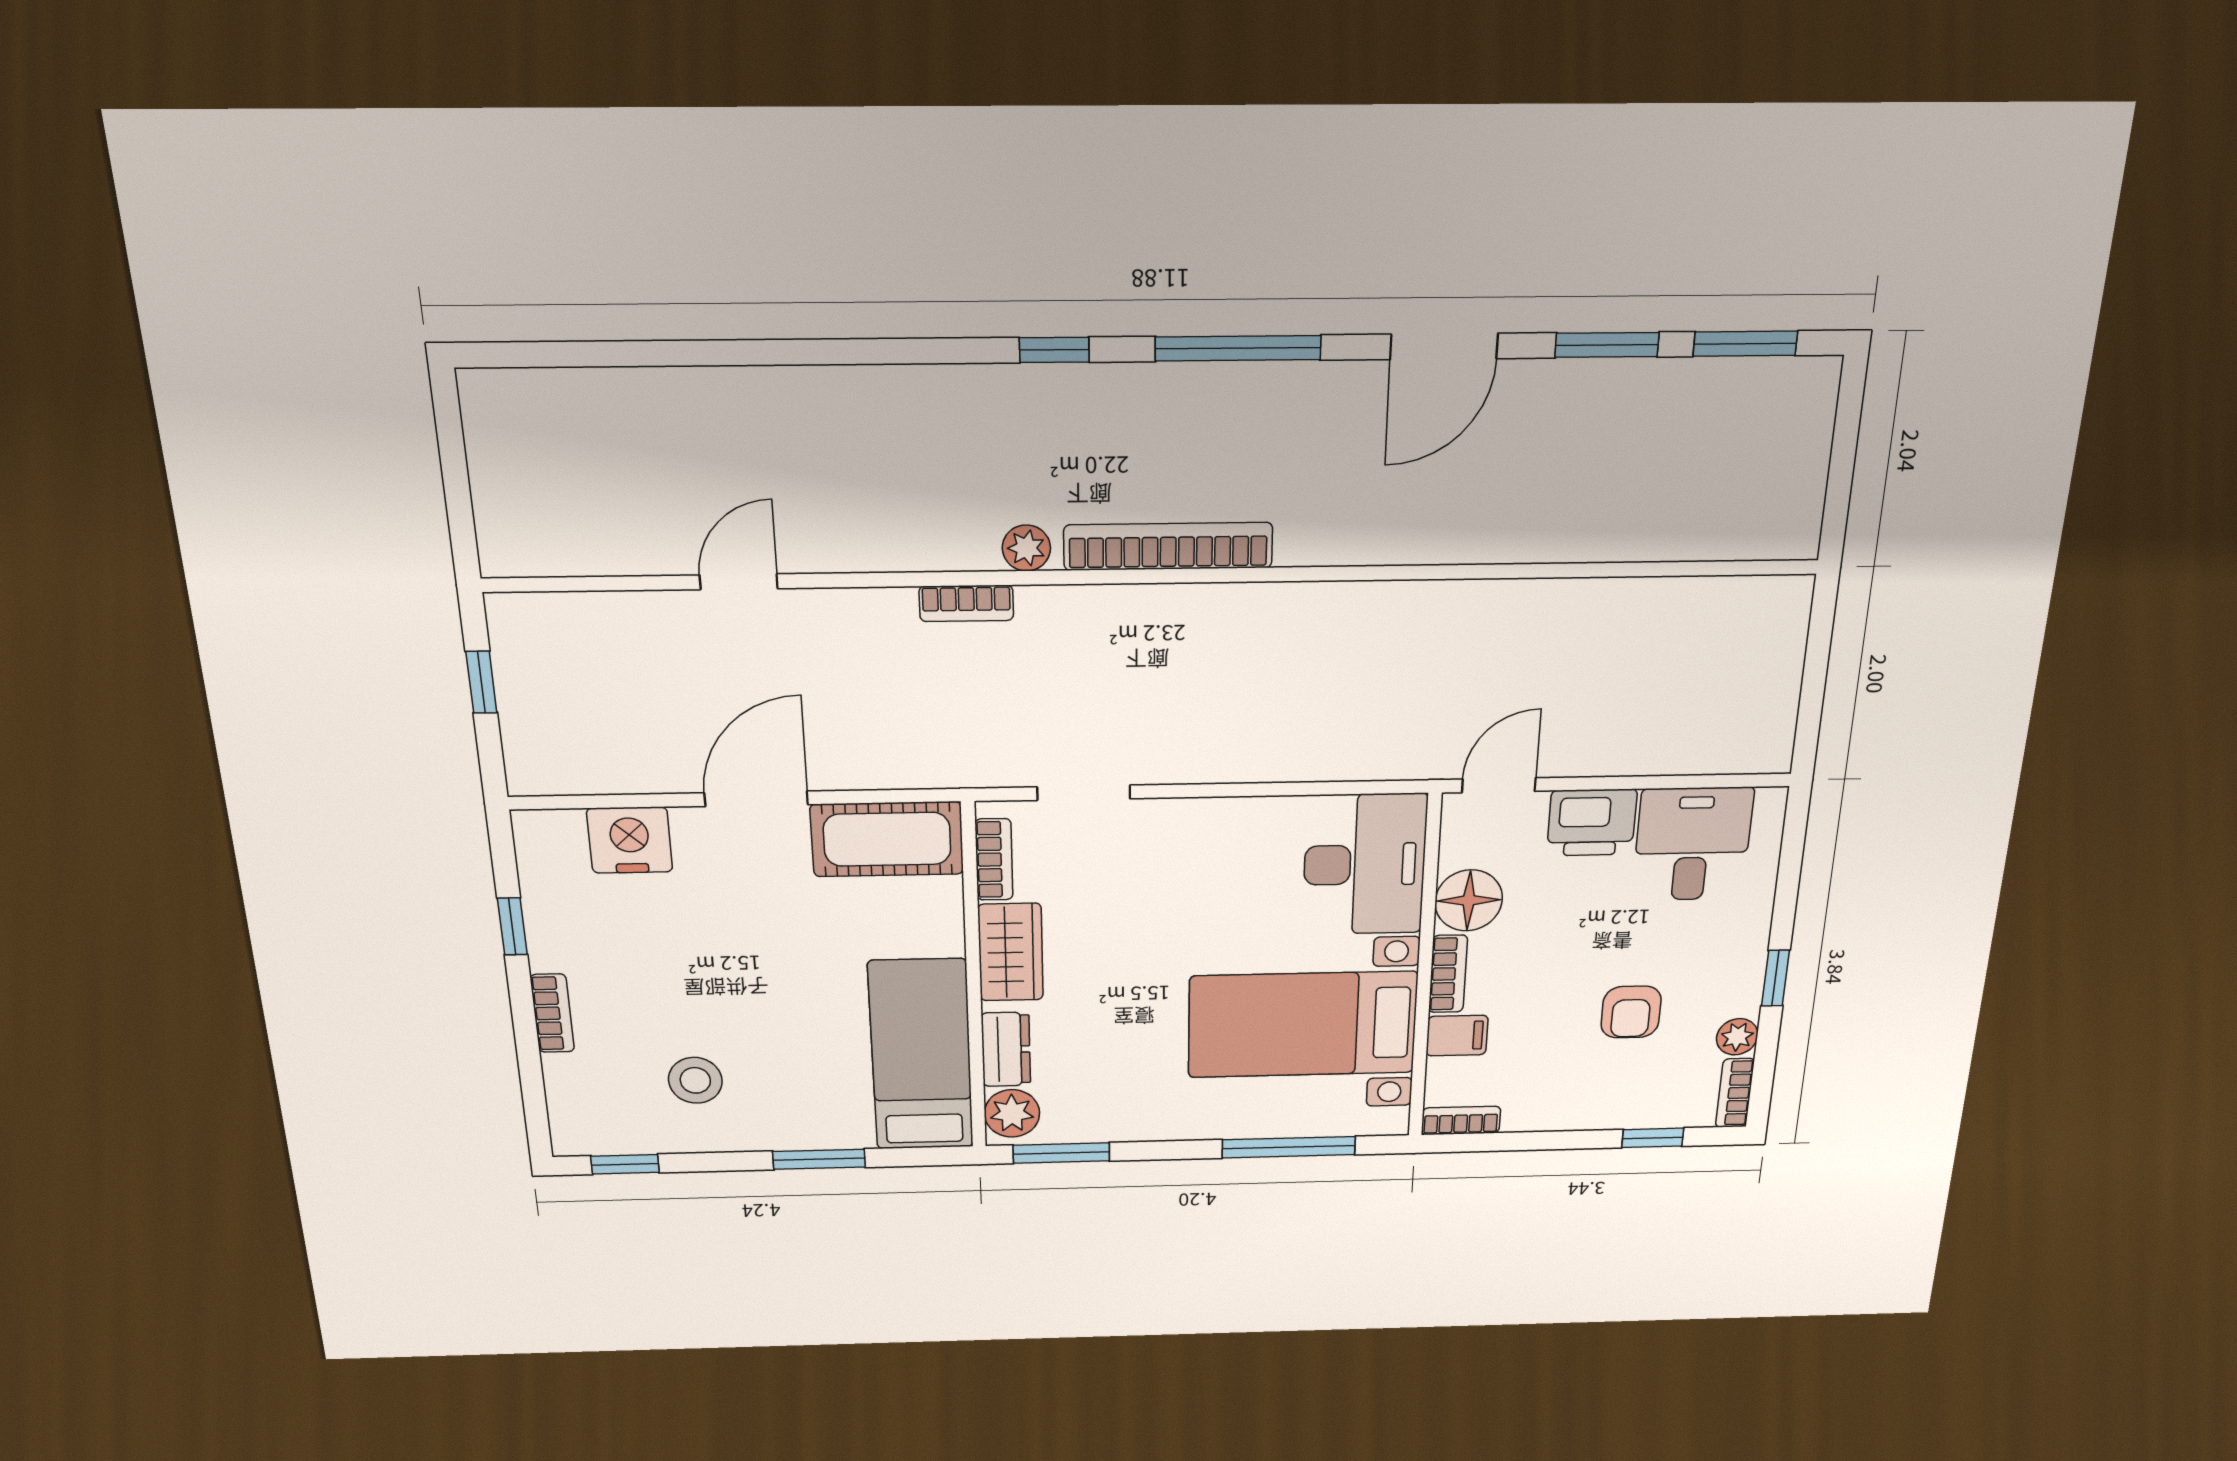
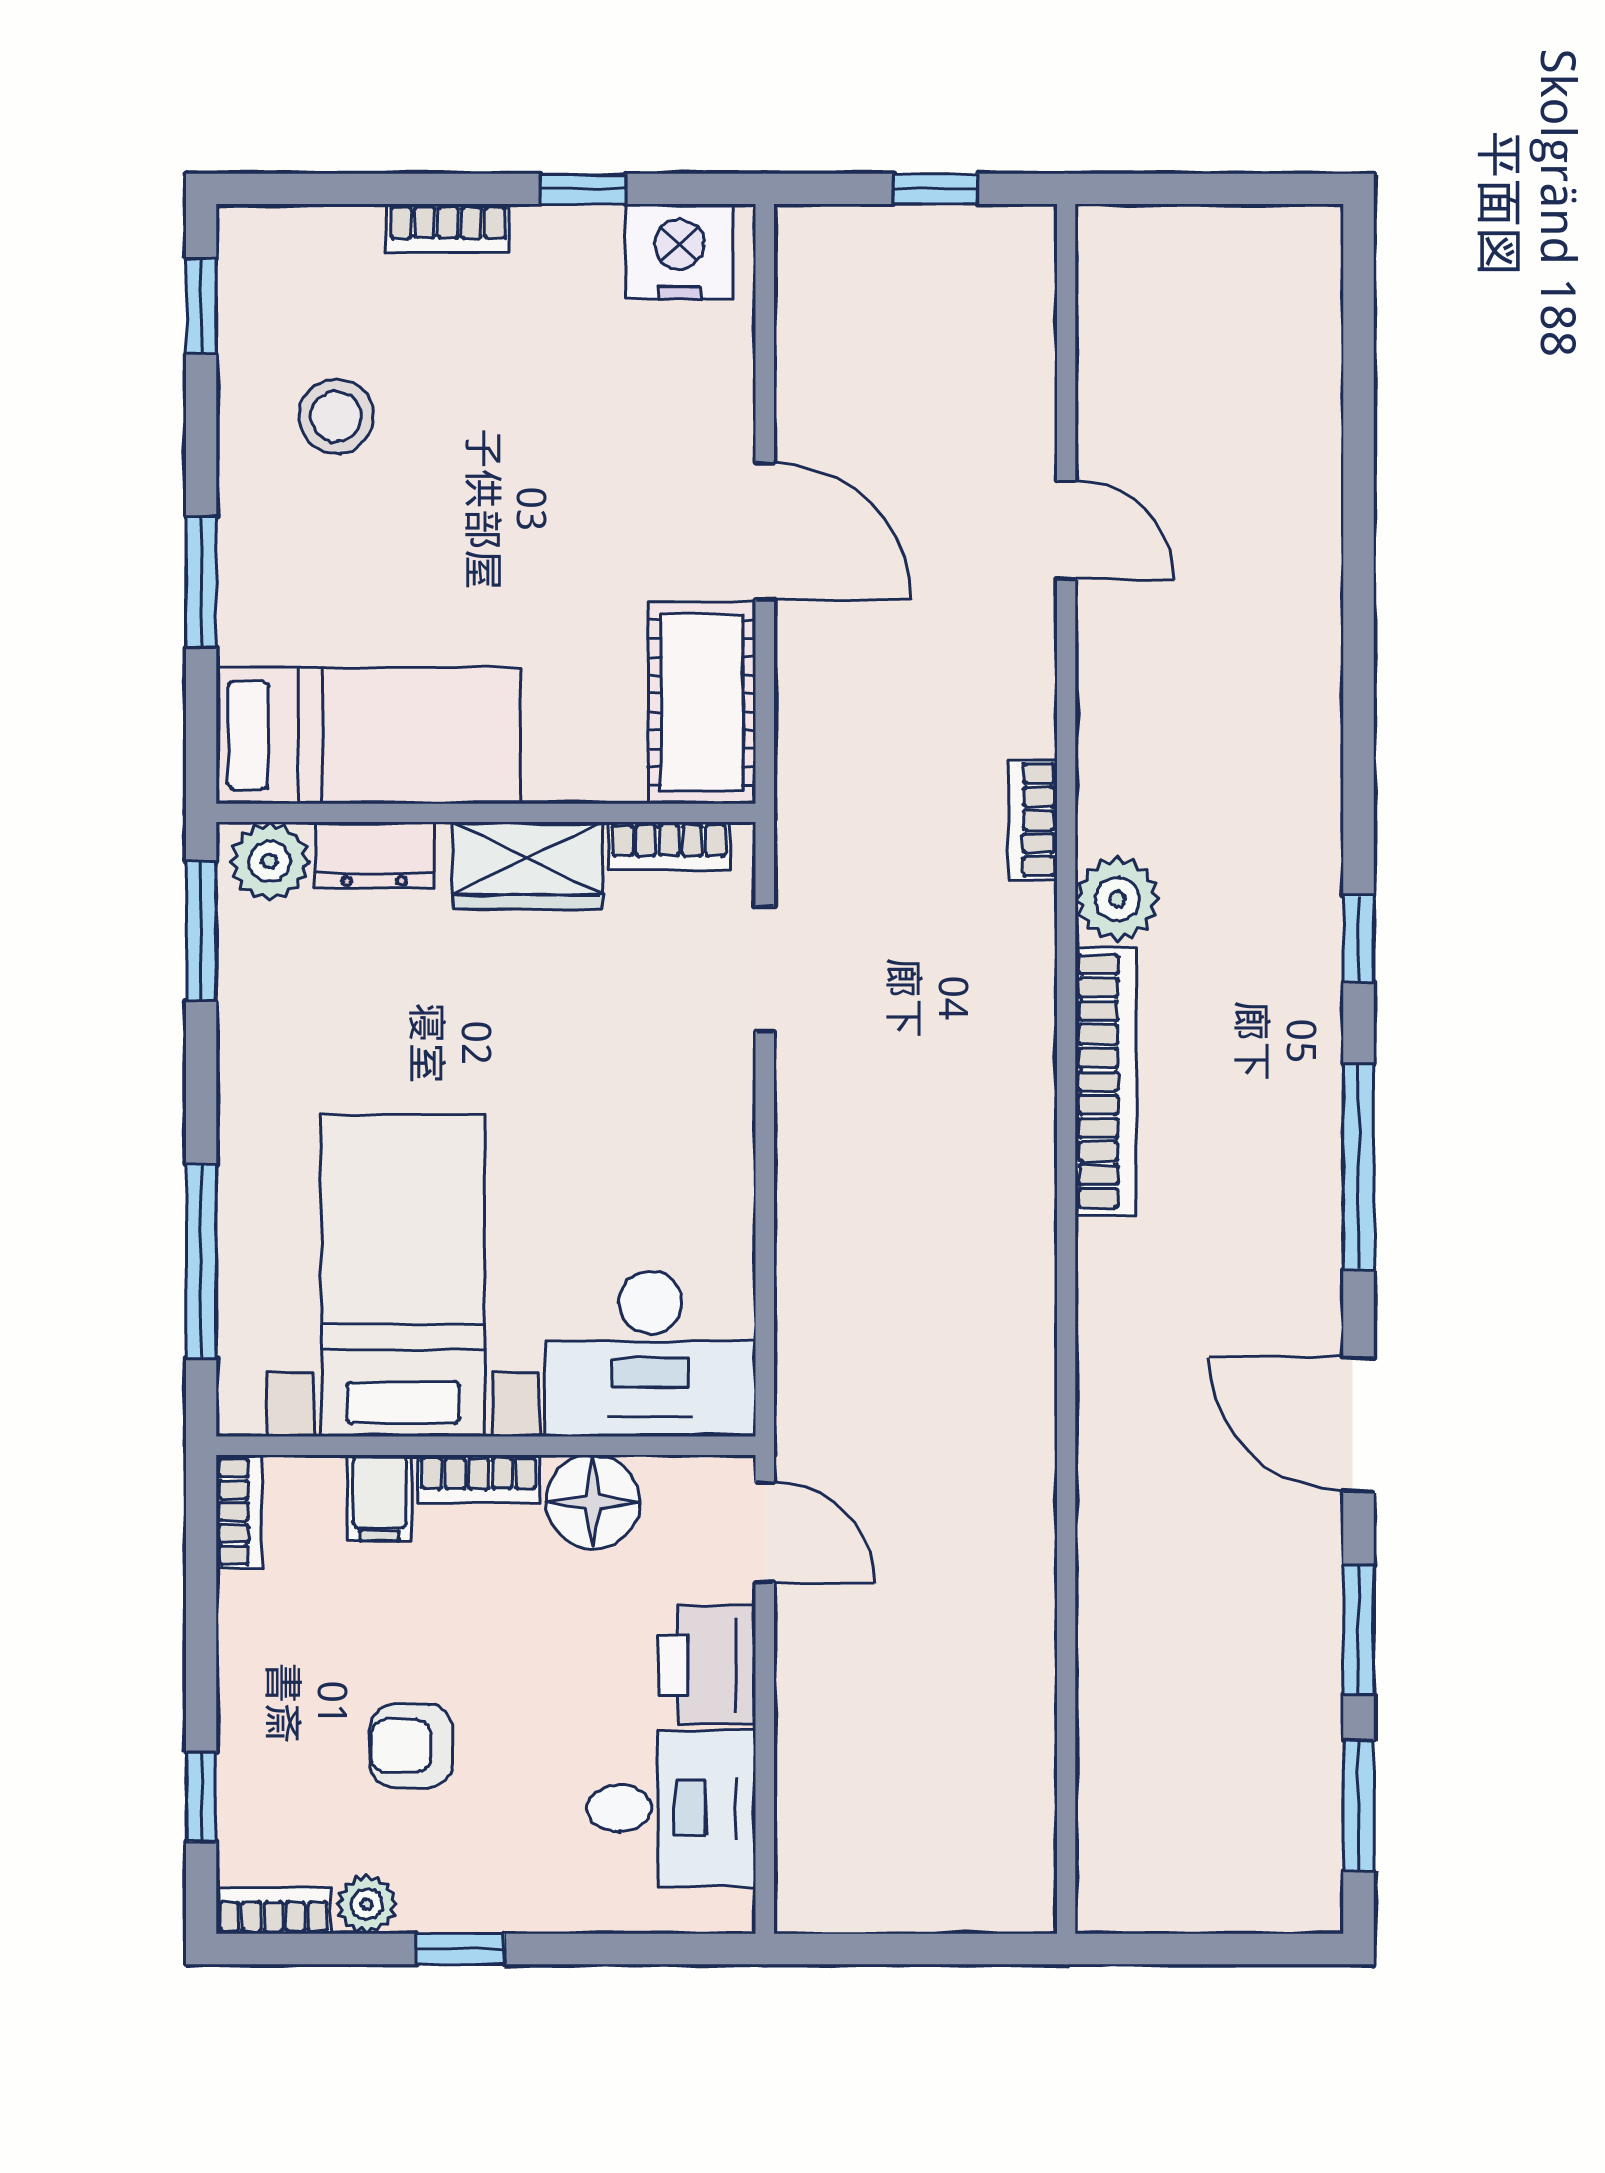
plant: (1026, 548) -> (1117, 899), width x1.38, depth x1.38
nightstand: (630, 840) -> (679, 252), moved, turned -90

